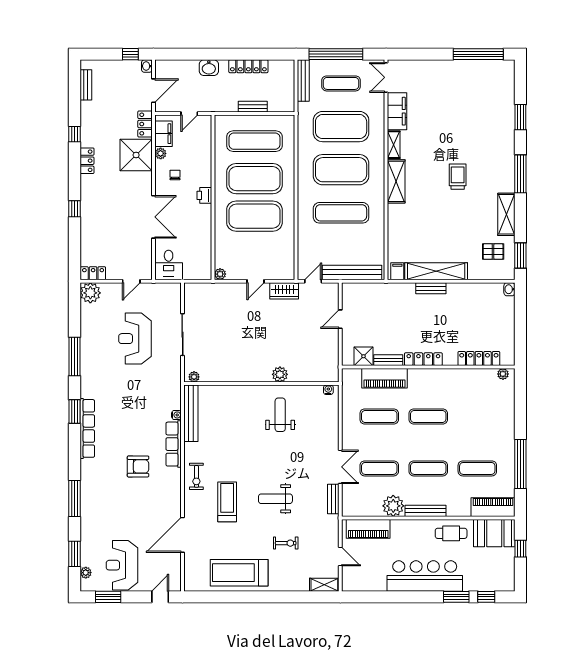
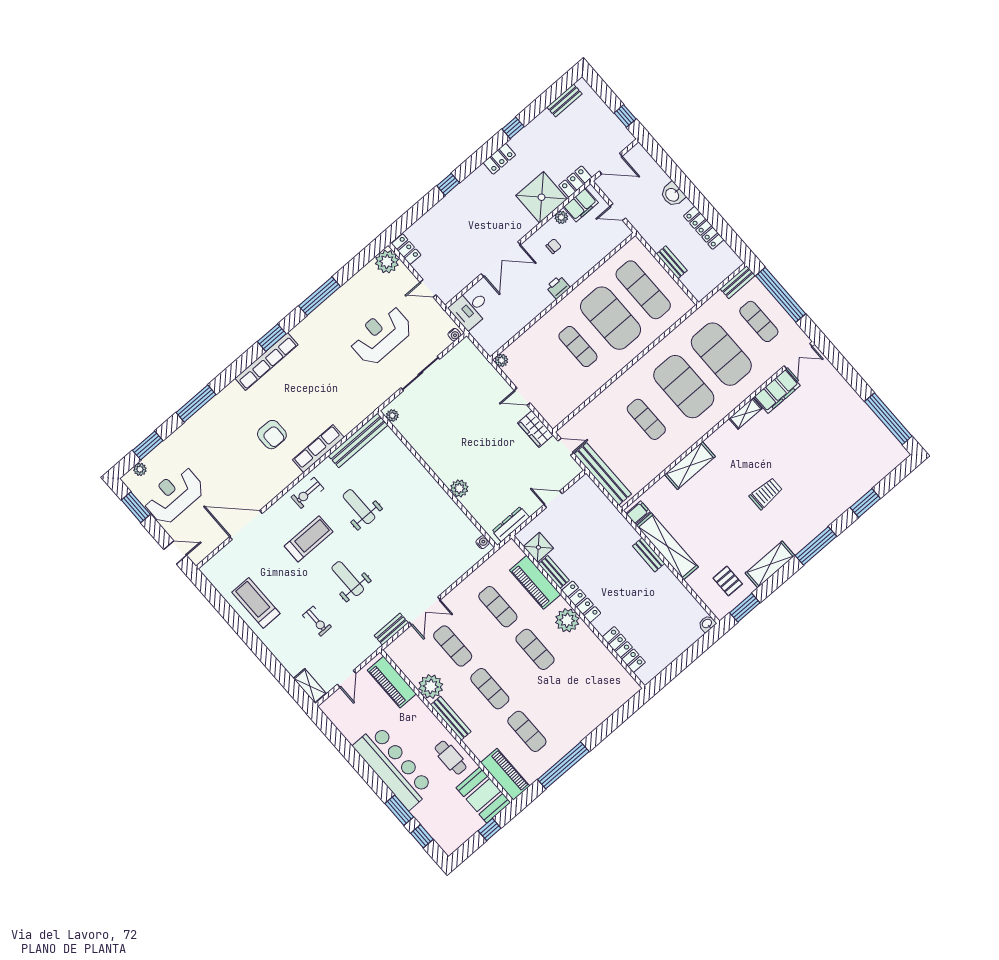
washbasin: (147, 66) -> (627, 139), removed
double door: (386, 77) -> (798, 356), swing flipped
bench: (303, 80) -> (738, 282), width x0.73
shelving: (396, 181) -> (690, 466), moved
exercise mat: (341, 213) -> (646, 419), width x0.73, depth x0.69
exercise mat: (254, 216) -> (578, 347), width x0.50, depth x0.69
dresser: (333, 361) -> (511, 524), added
plant: (503, 374) -> (567, 620), moved, width x1.88, depth x1.88
water cooler: (176, 415) -> (454, 335), moved
weight bench: (280, 415) -> (359, 507), moved, turned -90
treadmill: (239, 573) -> (256, 603), width x0.73, depth x0.73

